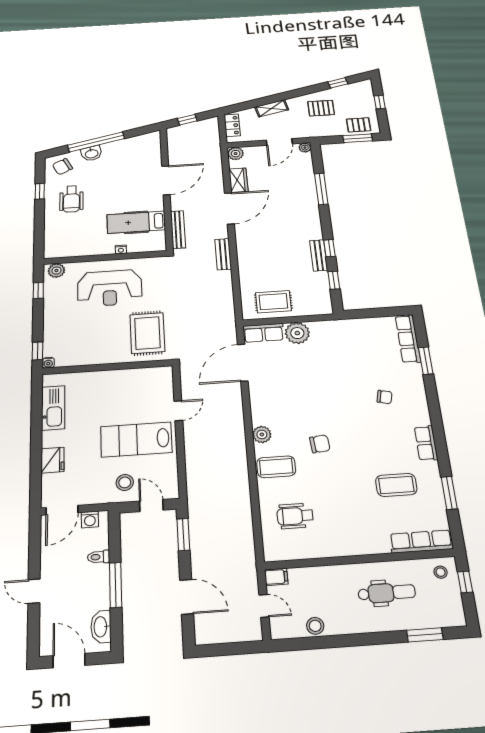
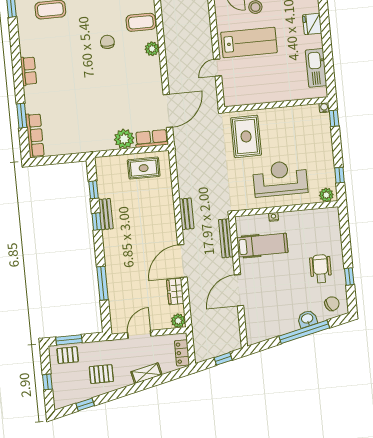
plant: (305, 148) -> (116, 328), removed
chair: (385, 397) -> (56, 83), removed
row of seats: (426, 443) -> (28, 71), moved
chair: (320, 444) -> (107, 42), turned 95

